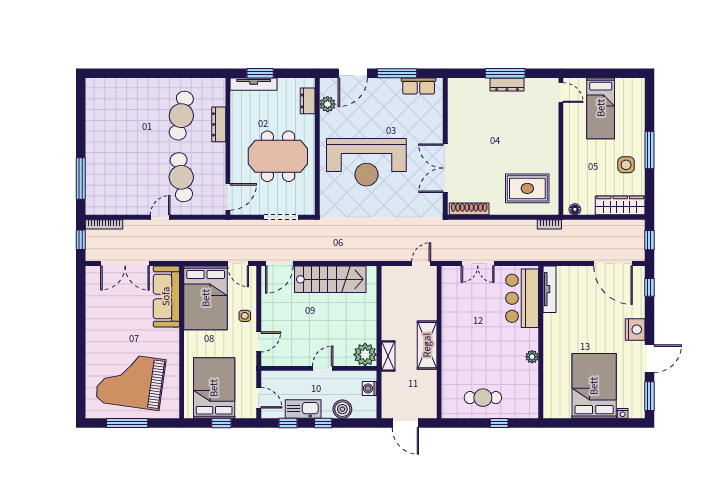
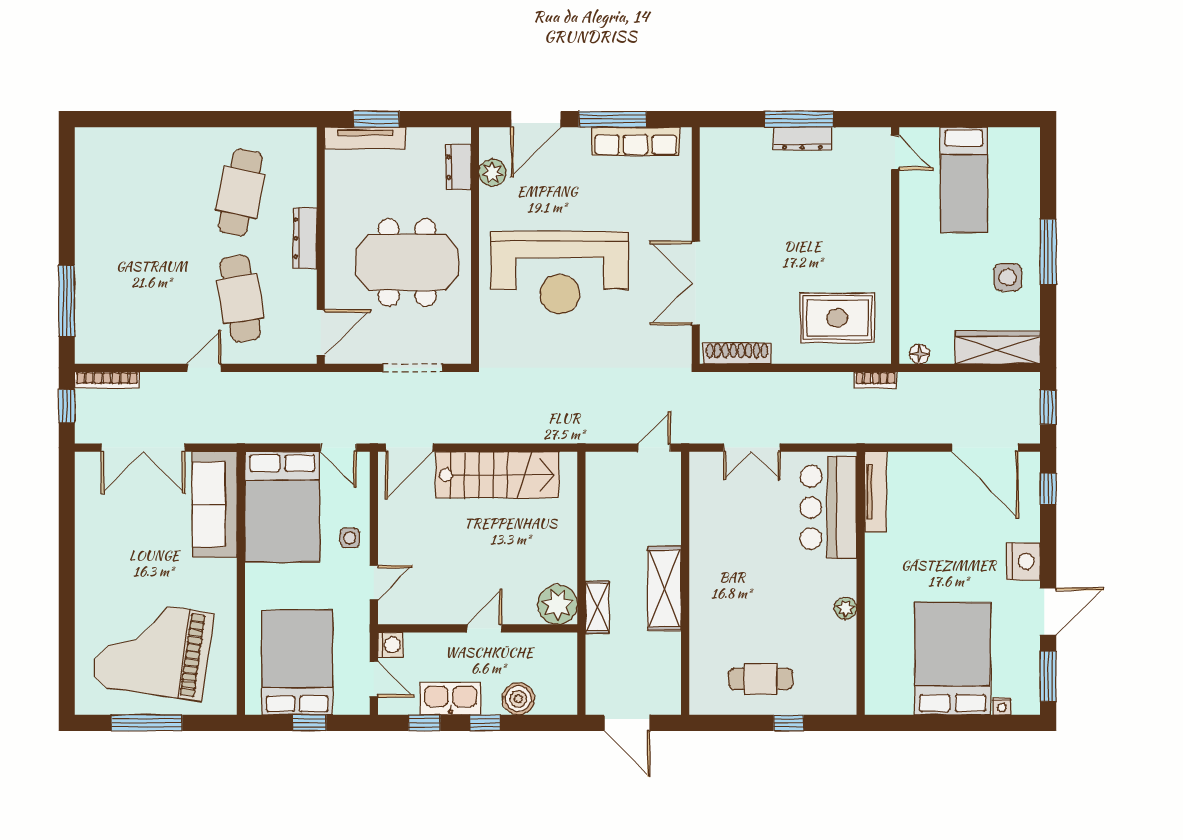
row of seats: (419, 86) -> (636, 141), width x1.48
dresser: (219, 124) -> (305, 238), moved
washing machine: (369, 388) -> (390, 645), moved, turned 180

